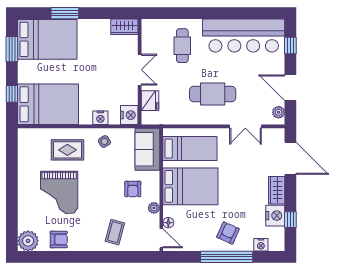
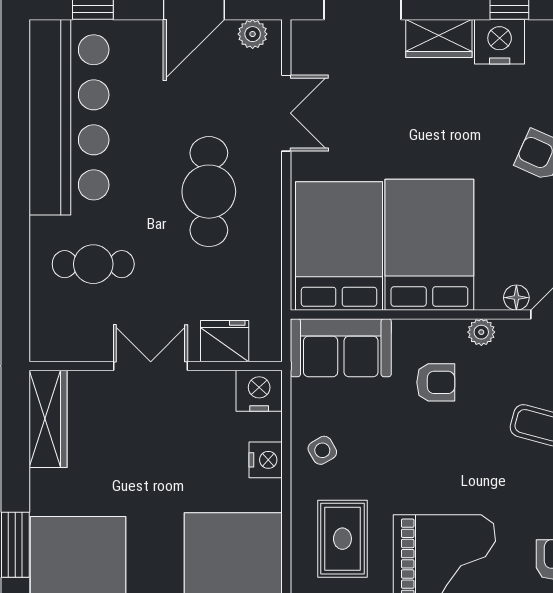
wardrobe: (124, 27) -> (48, 419), width x1.50
bed: (190, 148) -> (339, 246), width x1.50

